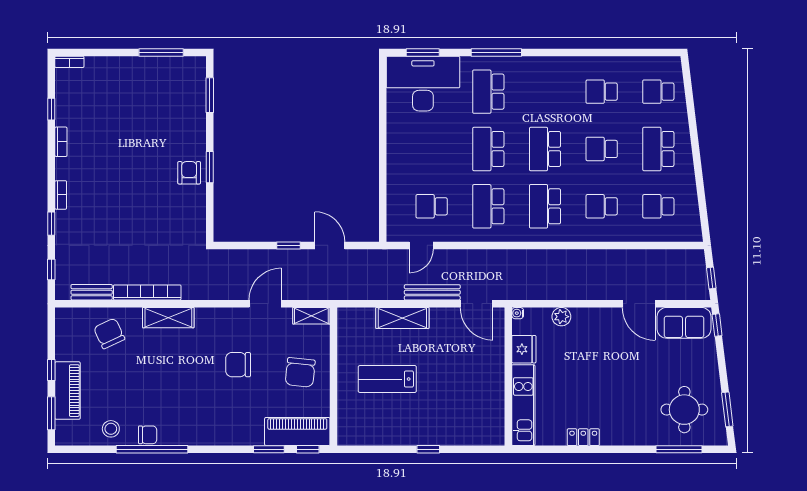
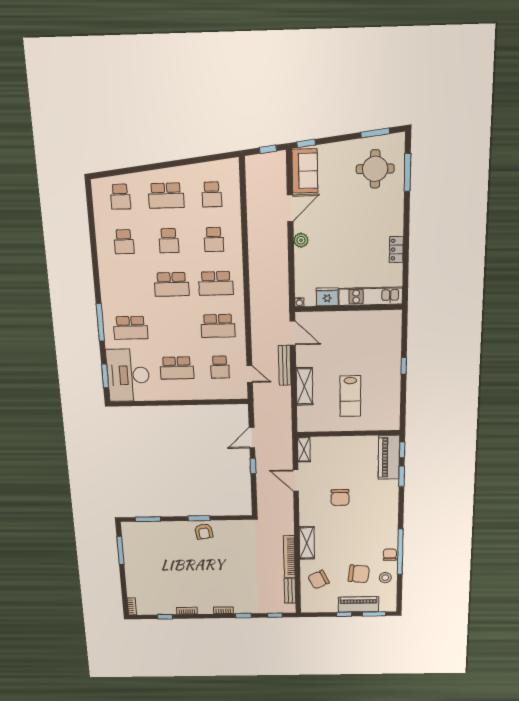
school desk: (488, 149) -> (177, 368), moved
armchair: (189, 173) -> (204, 531), turned -99
door: (476, 304) -> (293, 333), hinge flipped
plant: (561, 317) -> (301, 240), moved
chair: (300, 372) -> (359, 574), moved

